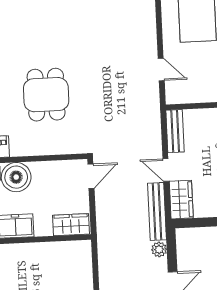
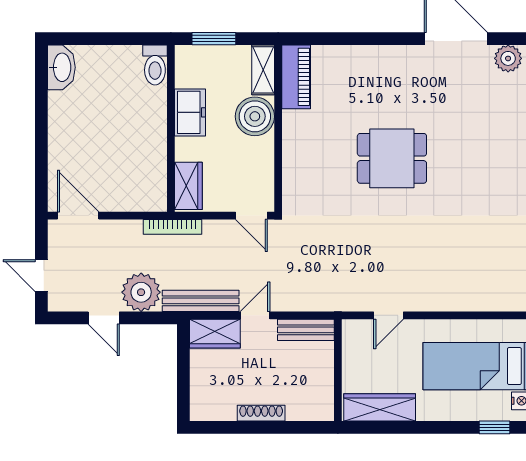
dining table: (46, 95) -> (392, 158), moved
bookcase: (102, 235) -> (173, 227), added
plant: (159, 249) -> (141, 292), width x1.88, depth x1.88

